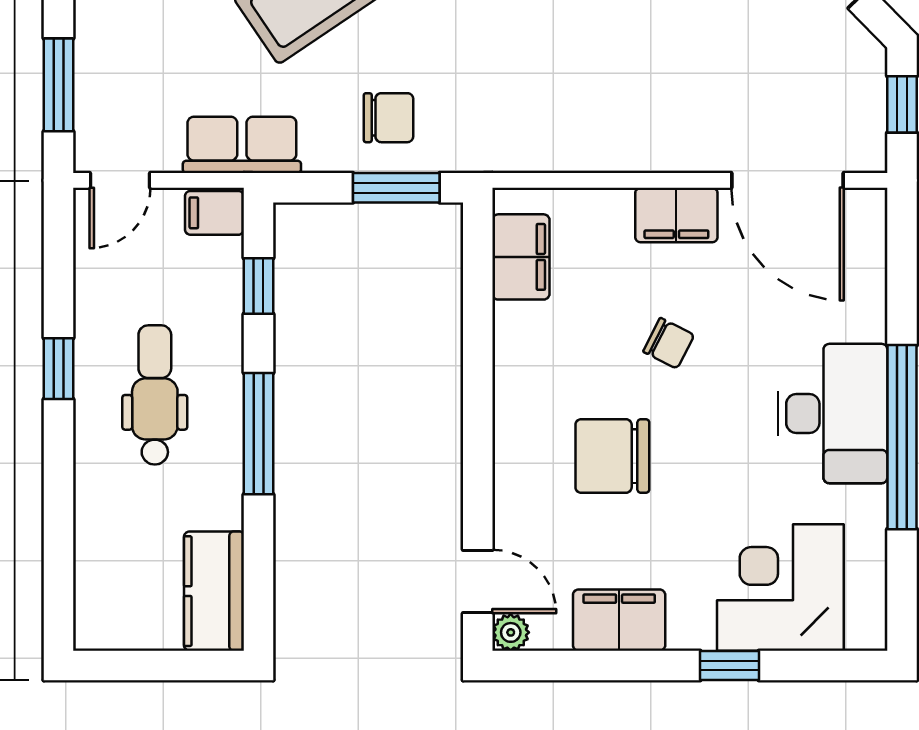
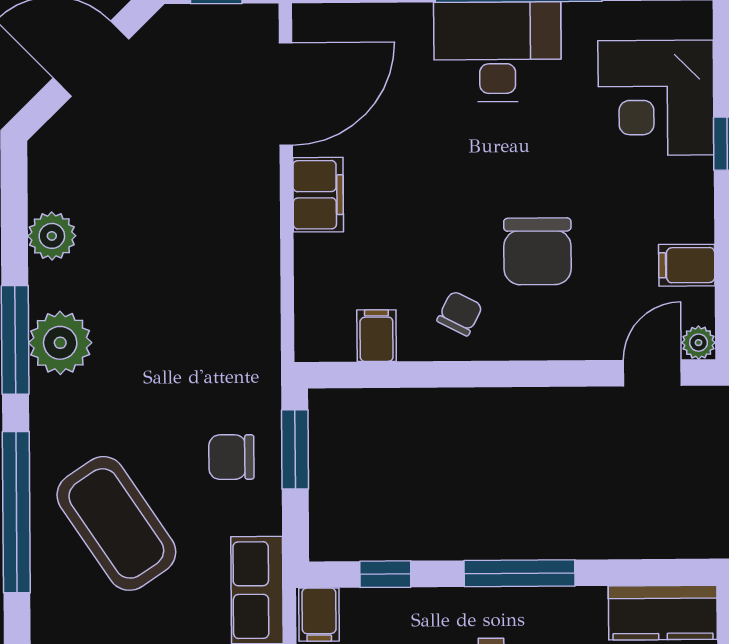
chair: (388, 118) -> (231, 457), turned -90
filing cabinet: (521, 257) -> (377, 336), width x0.50
chair: (669, 343) -> (460, 313), moved
filing cabinet: (619, 620) -> (687, 265), width x0.50

